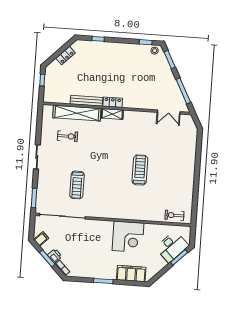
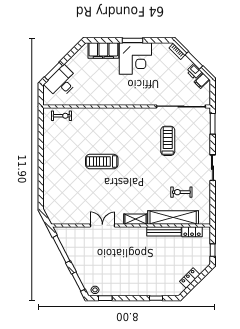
locker: (113, 102) -> (192, 232), moved
double door: (169, 112) -> (102, 225), moved
treadmill: (140, 170) -> (102, 162), turned 90
corner desk: (128, 237) -> (135, 59), moved, turned 180
printer: (55, 256) -> (194, 72), moved

